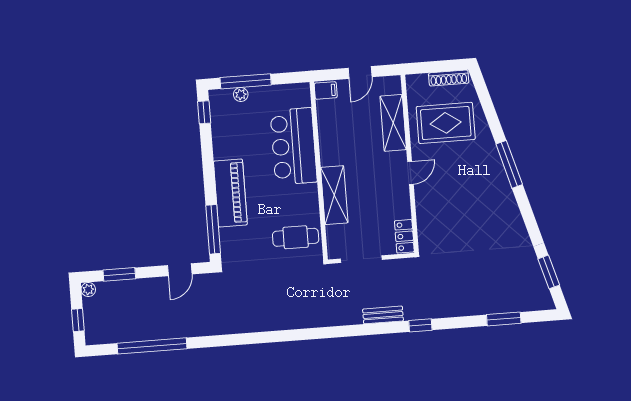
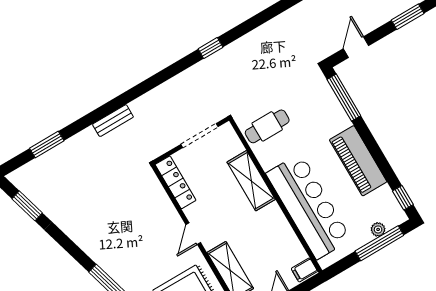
bar counter: (294, 146) -> (309, 206), width x1.36
piano: (230, 193) -> (358, 161), moved
locker: (404, 236) -> (176, 182), width x1.53
bench: (383, 315) -> (113, 121), moved
window: (420, 325) -> (211, 48), moved

